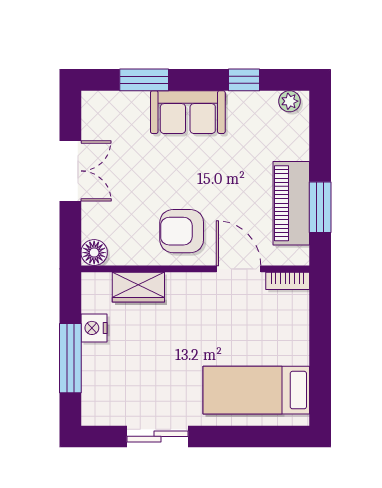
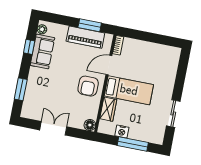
sofa: (188, 112) -> (42, 52), moved
bed: (256, 390) -> (129, 90), moved, turned -90

